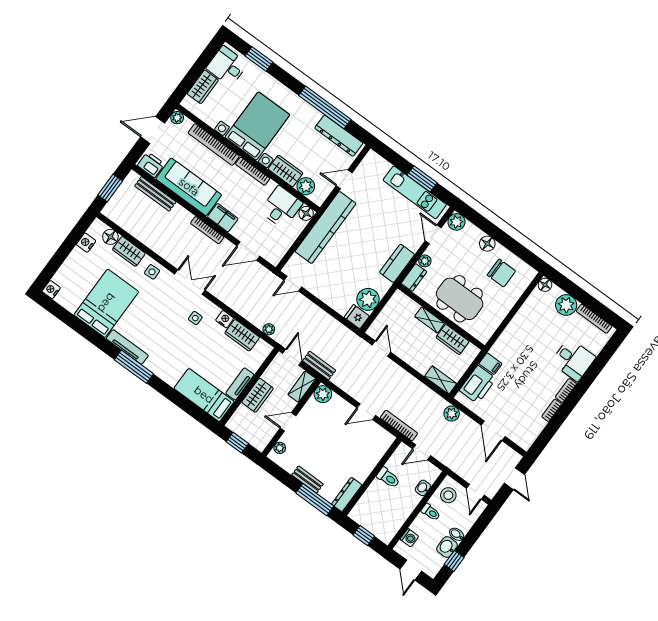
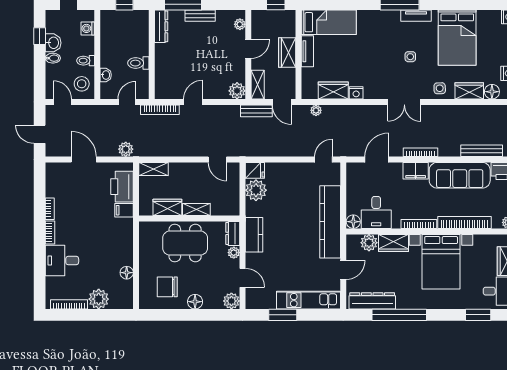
kitchen unit: (415, 192) -> (308, 300), moved
floor lamp: (545, 285) -> (127, 273), moved
side table: (195, 318) -> (410, 57), moved
tv unit: (127, 347) -> (416, 16), width x0.71

